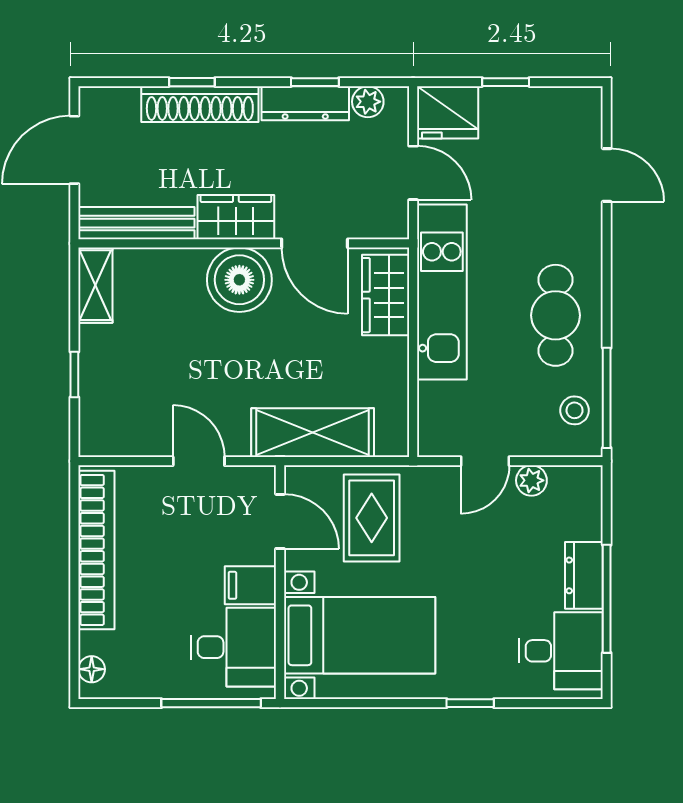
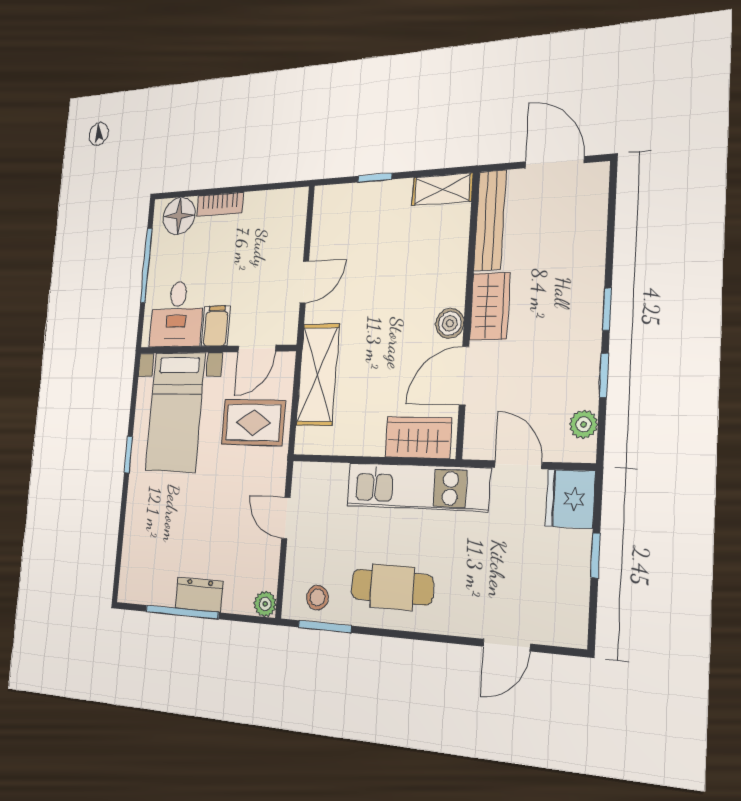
window: (192, 82) -> (607, 309), moved
dresser: (305, 103) -> (585, 366), removed
shoe rack: (200, 104) -> (589, 271), removed
door: (413, 173) -> (518, 465), swing flipped
boiler: (239, 280) -> (450, 323), width x0.54, depth x0.54
window: (607, 398) -> (325, 627), width x0.69
plant: (531, 480) -> (265, 604), moved
bookcase: (96, 550) -> (220, 204), width x0.43, depth x0.76
desk: (561, 651) -> (151, 571), removed
floor lamp: (92, 669) -> (179, 216), width x1.89, depth x1.89
window: (211, 703) -> (146, 265), moved
window: (470, 703) -> (128, 455), moved

